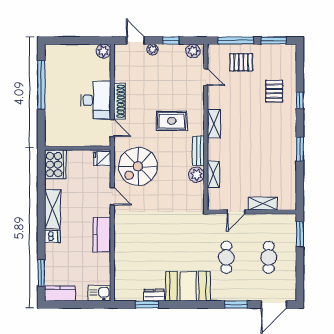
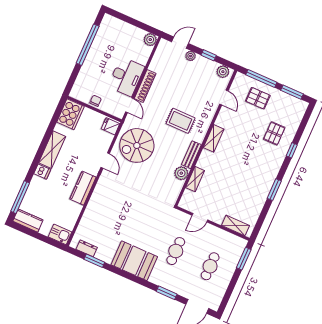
door: (135, 40) -> (180, 43), hinge flipped
chair: (75, 139) -> (96, 101), added
shelving: (263, 204) -> (235, 225), moved
window: (41, 273) -> (20, 197), width x1.44
dresser: (154, 295) -> (87, 248), moved

